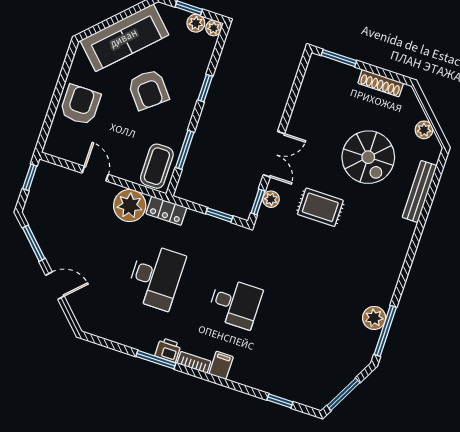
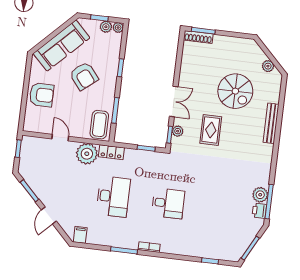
shoe rack: (381, 83) -> (198, 37), moved
armchair: (80, 105) -> (42, 95), turned 90
bench: (419, 191) -> (271, 123), moved
rug: (320, 207) -> (211, 130), turned 90
door: (55, 286) -> (49, 216), swing flipped
printer: (168, 350) -> (259, 211), moved, turned -90
filing cabinet: (221, 365) -> (80, 235), moved

